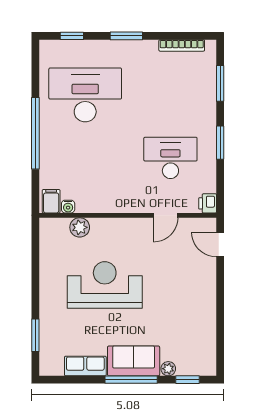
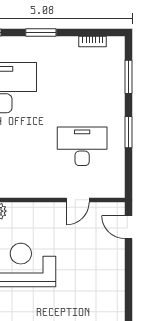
bookcase: (182, 45) -> (93, 41), width x0.64
printer: (208, 203) -> (117, 189), removed

